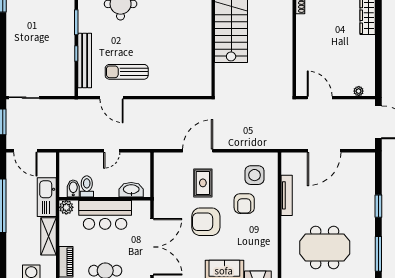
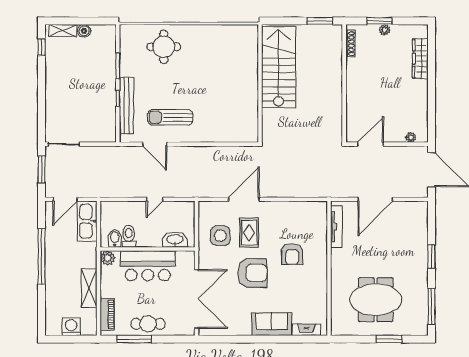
door: (320, 98) -> (371, 144), hinge flipped
door: (25, 151) -> (65, 199), hinge flipped
side table: (255, 175) -> (220, 236), moved
tv unit: (287, 195) -> (336, 227), moved
kitchen sink: (47, 197) -> (87, 221), moved
armchair: (206, 222) -> (252, 273), turned 180

